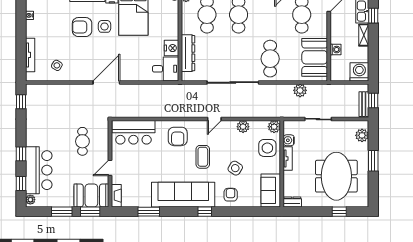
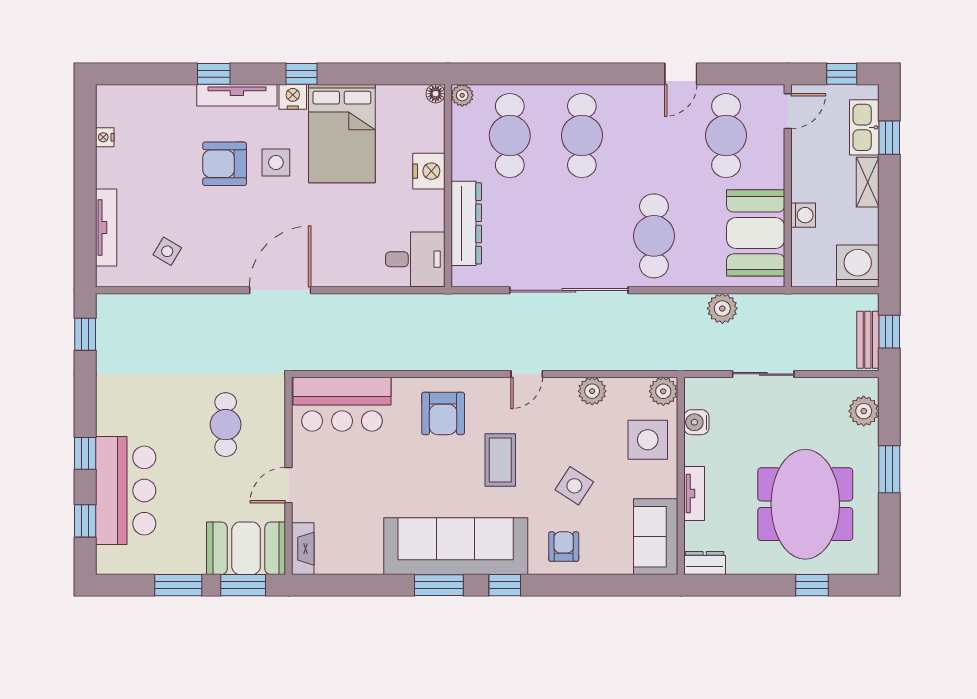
nightstand: (171, 48) -> (429, 171), moved
tv unit: (288, 159) -> (694, 493), moved
plant: (30, 200) -> (107, 558), removed
window: (149, 212) -> (439, 585), moved

